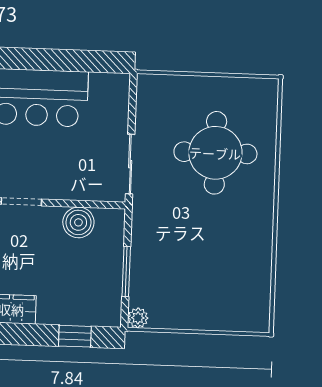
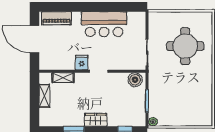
boiler: (78, 222) -> (135, 80), moved

